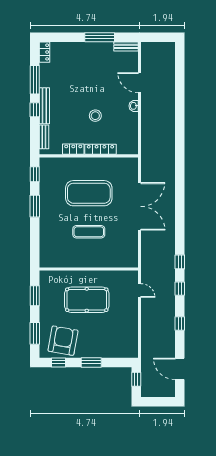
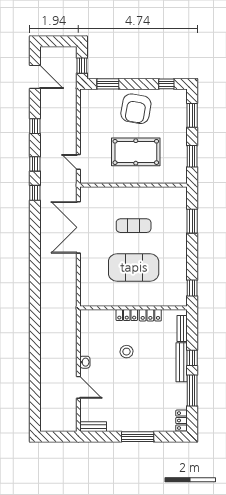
window: (100, 37) -> (138, 437), moved
locker: (100, 149) -> (127, 315), width x0.66
window: (35, 206) -> (192, 221), moved
double door: (140, 206) -> (78, 227), moved
armchair: (63, 341) -> (136, 109), moved
window: (91, 362) -> (108, 84), moved

